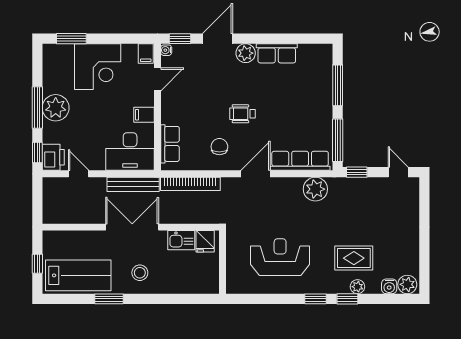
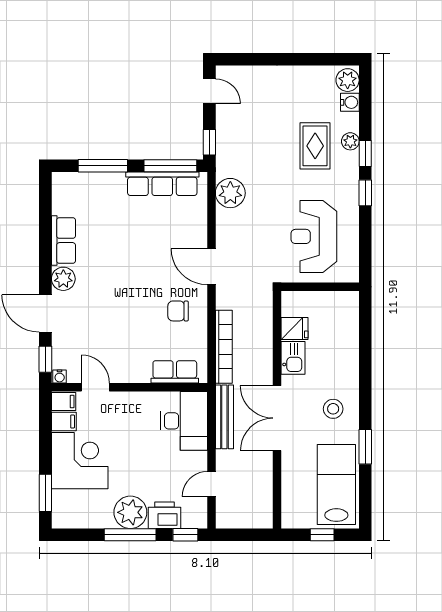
wheelchair: (242, 114) -> (138, 283), removed
filing cabinet: (144, 115) -> (64, 421), moved, turned -90
printer: (53, 157) -> (165, 515), moved
row of seats: (300, 161) -> (162, 184), moved, turned -90
door: (398, 172) -> (209, 91), swing flipped
wall: (222, 262) -> (320, 287), moved

